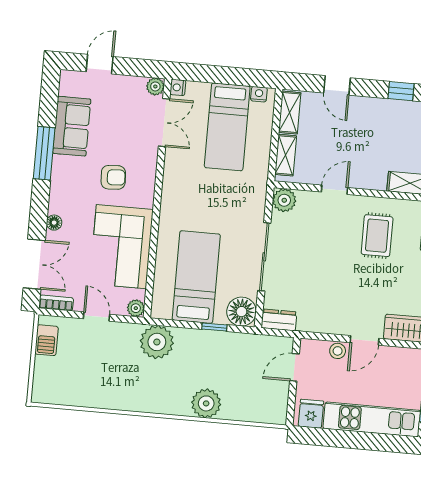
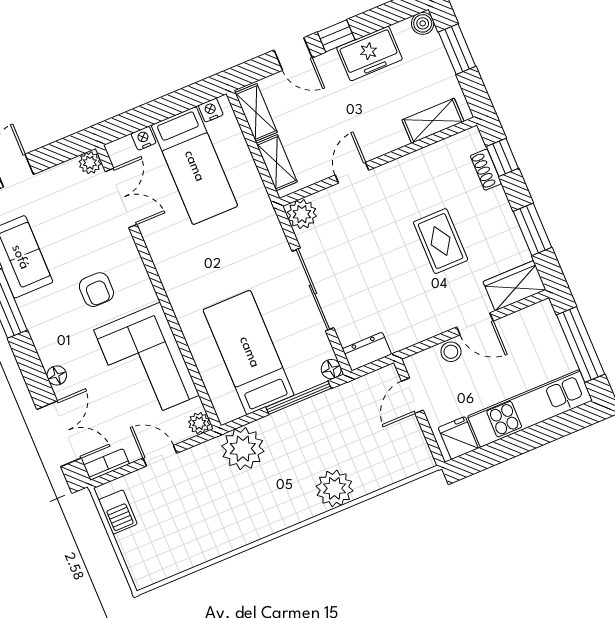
nightstand: (178, 87) -> (144, 138), moved, turned 90
window: (401, 91) -> (336, 36), moved
freezer: (390, 113) -> (369, 54), added
armchair: (113, 177) -> (96, 290), turned 93
rug: (377, 236) -> (441, 241), moved
floor lamp: (241, 312) -> (331, 369), width x0.53, depth x0.53
window: (214, 327) -> (298, 398), width x2.17
door: (365, 340) -> (475, 324), hinge flipped

